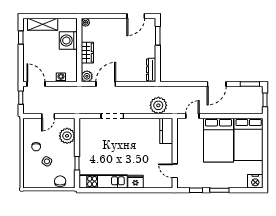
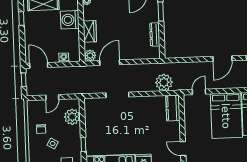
dresser: (151, 70) -> (155, 34), moved

